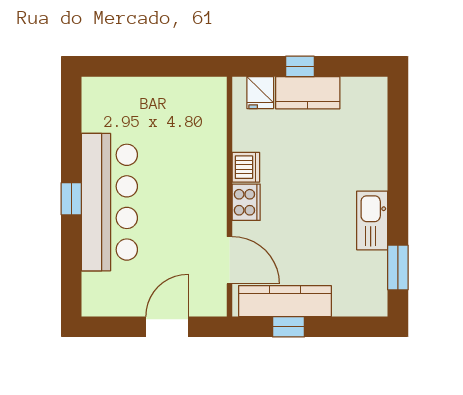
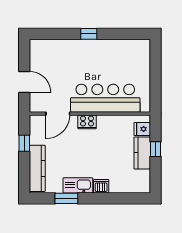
dishwasher: (246, 167) -> (101, 186), moved, turned 180
bar counter: (109, 202) -> (105, 98), moved, turned 180
window: (398, 268) -> (66, 198), moved
kitchen counter: (285, 301) -> (37, 168), moved

